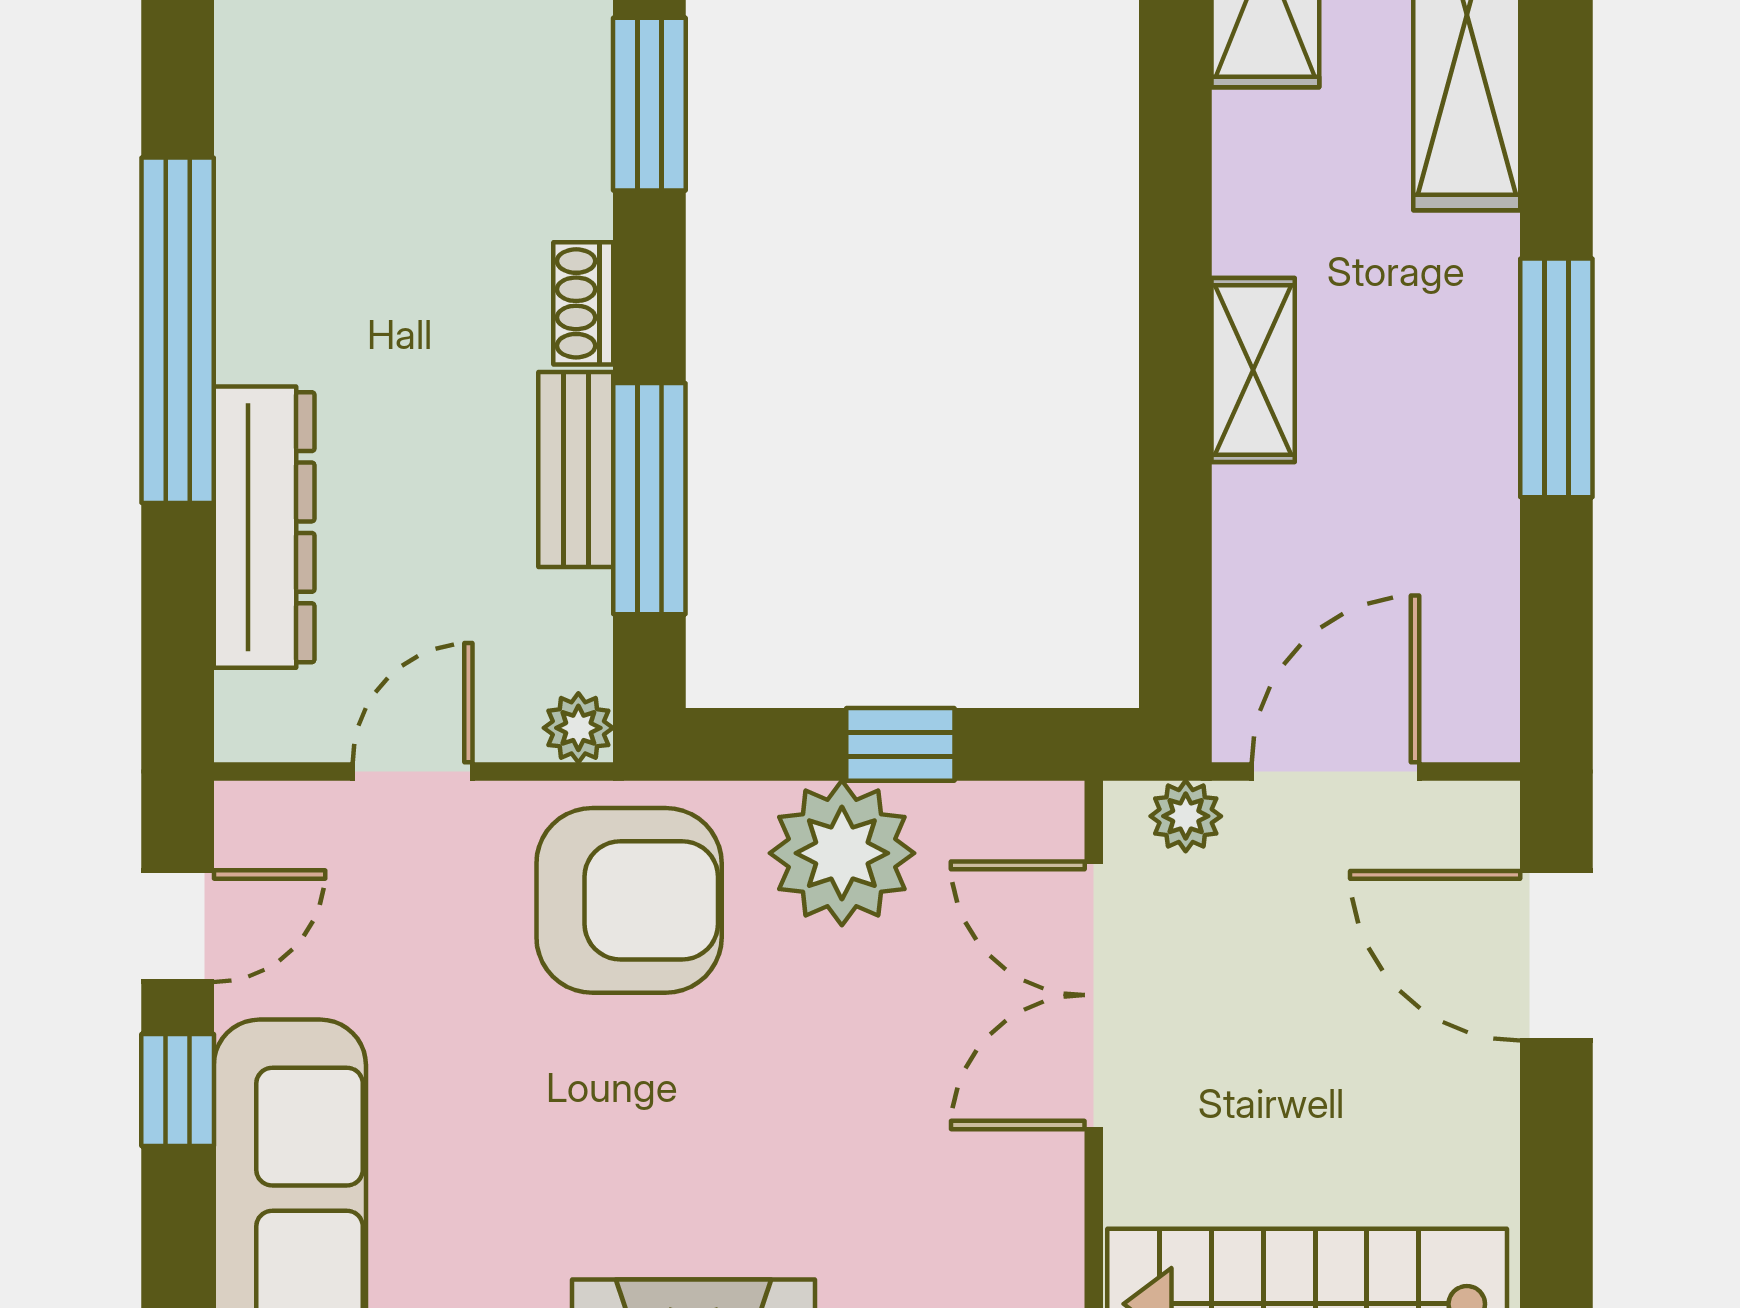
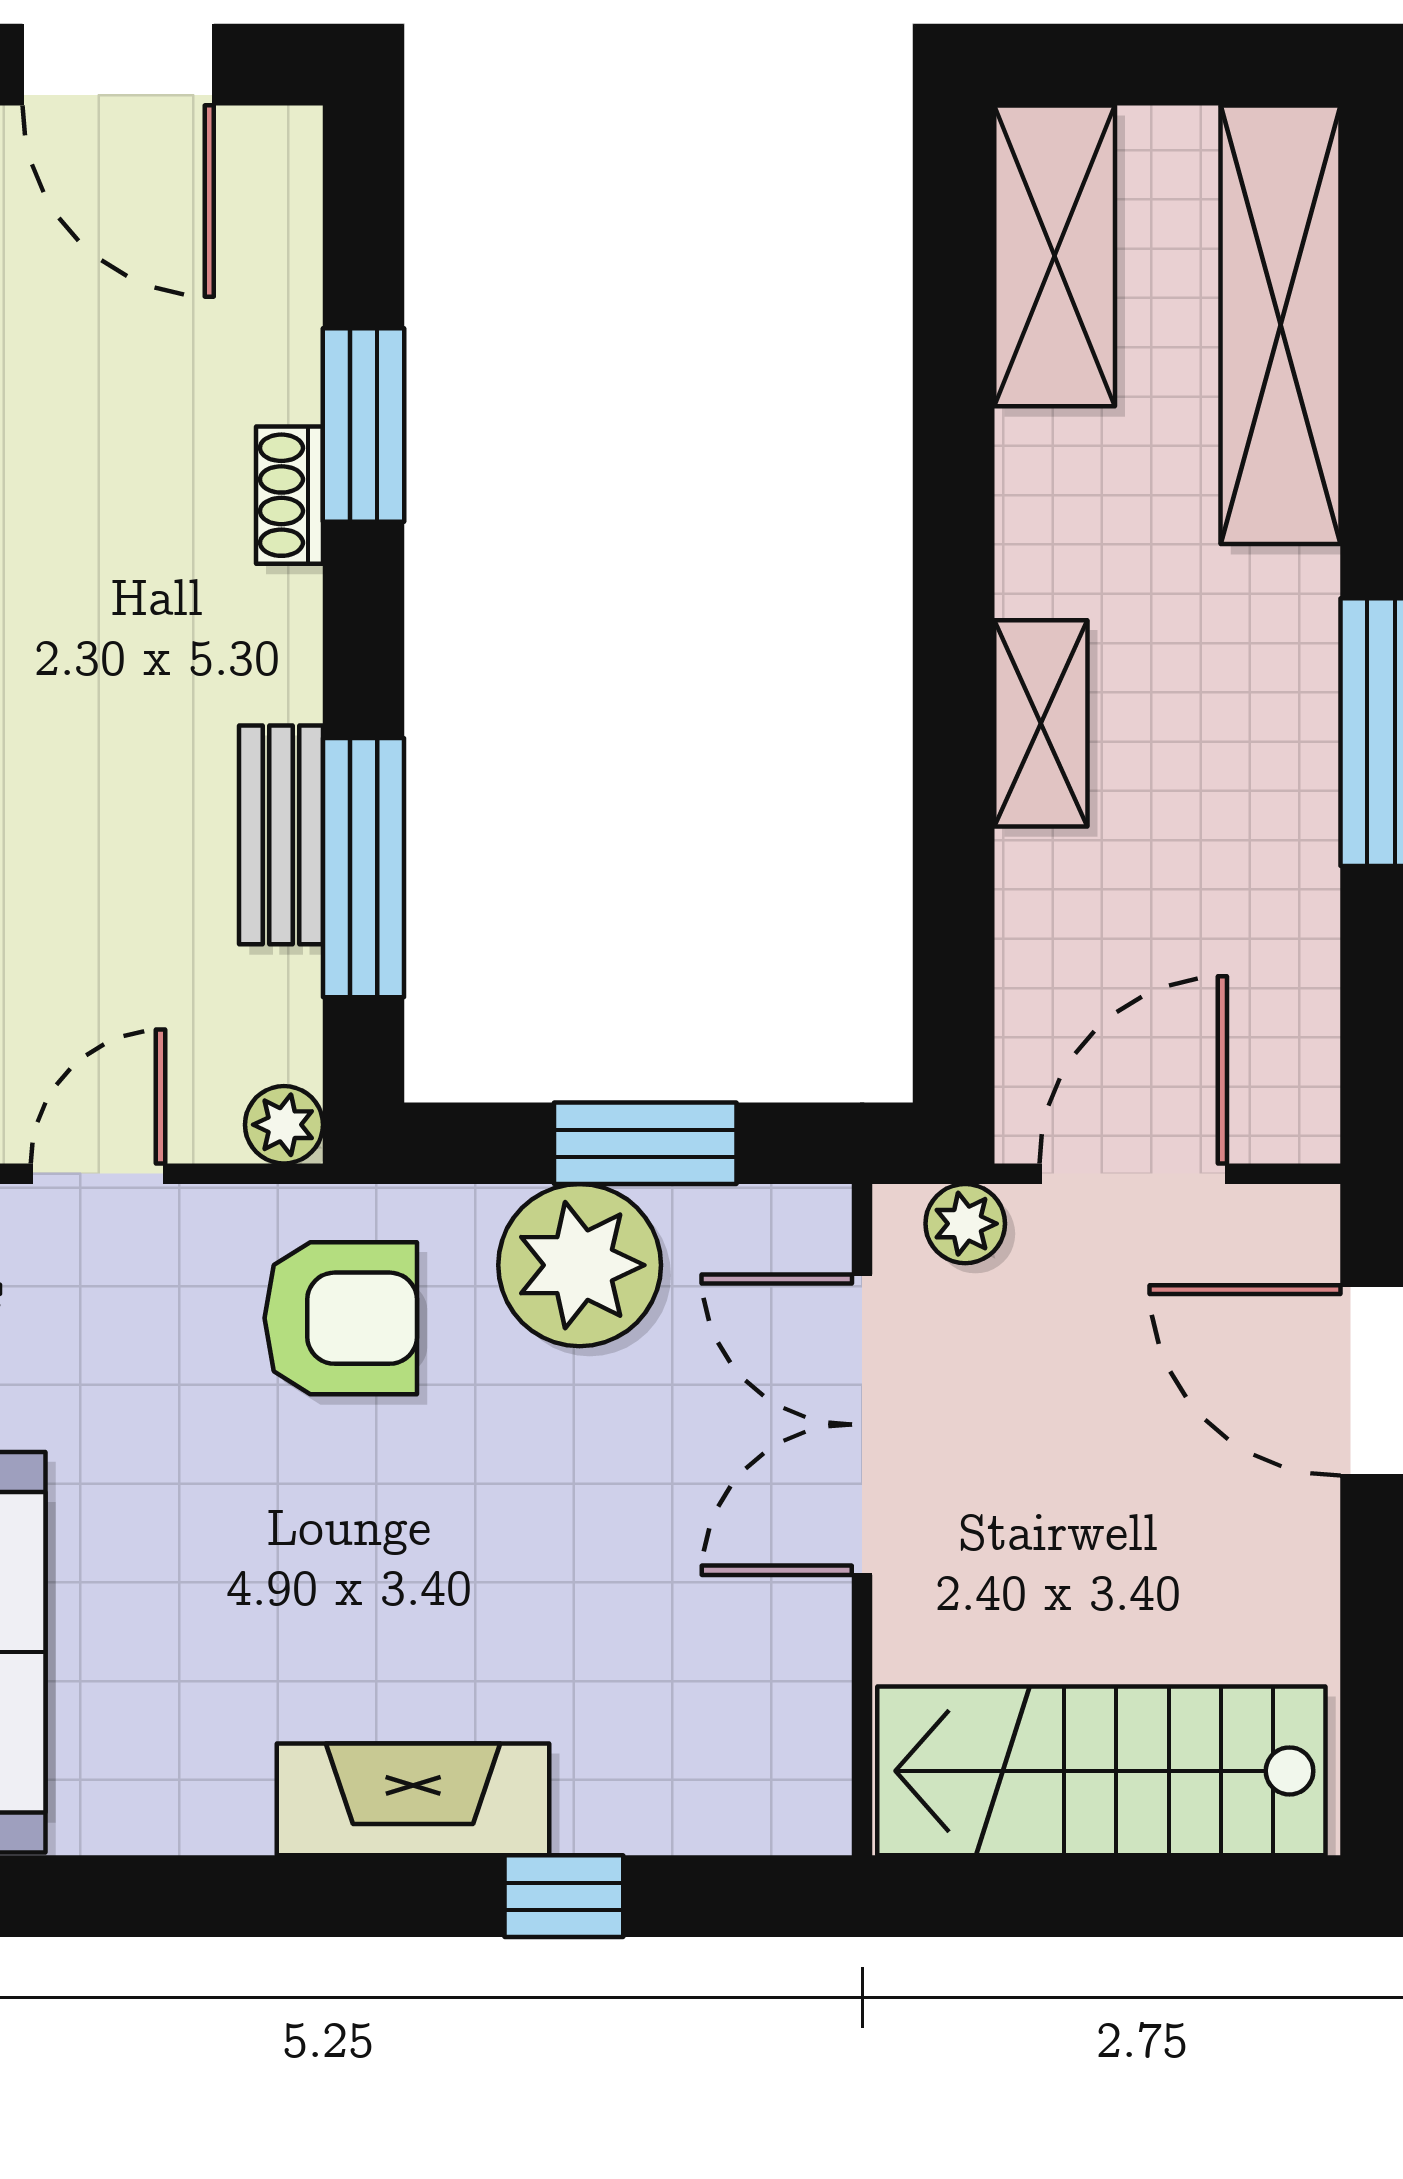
shoe rack: (583, 303) -> (289, 495), moved
window: (900, 744) -> (645, 1143), width x1.50
armchair: (629, 900) -> (341, 1318), width x0.73, depth x0.73

